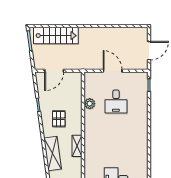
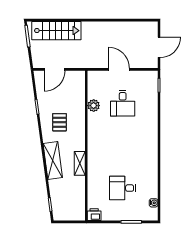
shelving: (77, 146) -> (80, 163), moved

